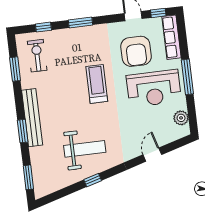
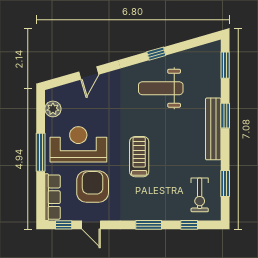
treadmill: (97, 84) -> (139, 157), turned 180

